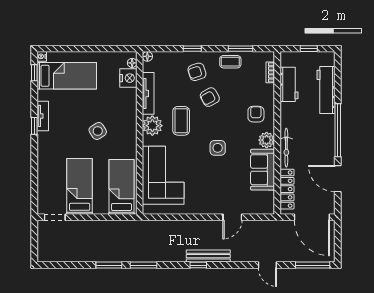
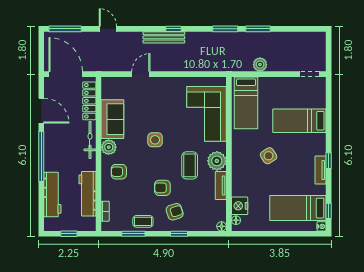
workbench: (289, 84) -> (87, 194), width x1.37
tv unit: (148, 93) -> (221, 186), width x0.71
armchair: (210, 97) -> (162, 188), turned -151
armchair: (256, 114) -> (119, 172), turned 90
bed: (80, 186) -> (299, 121), moved, turned 90
plant: (107, 227) -> (260, 65), added

